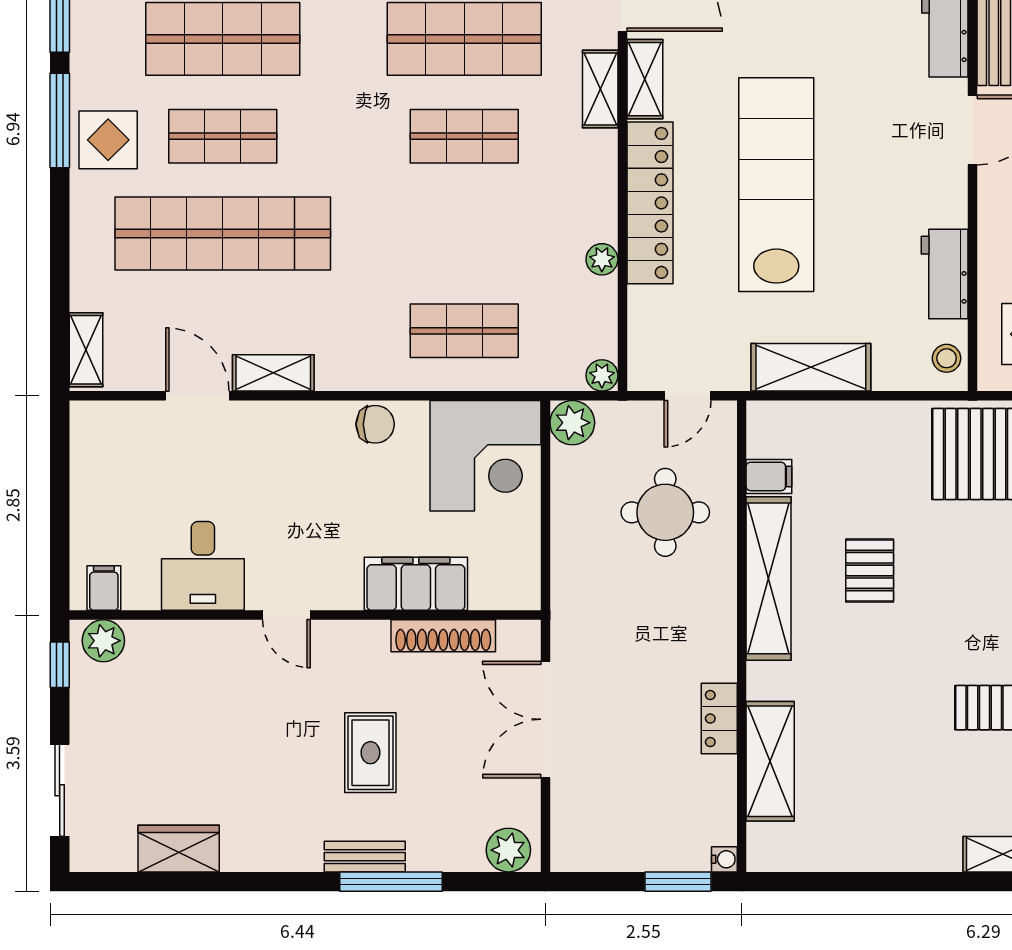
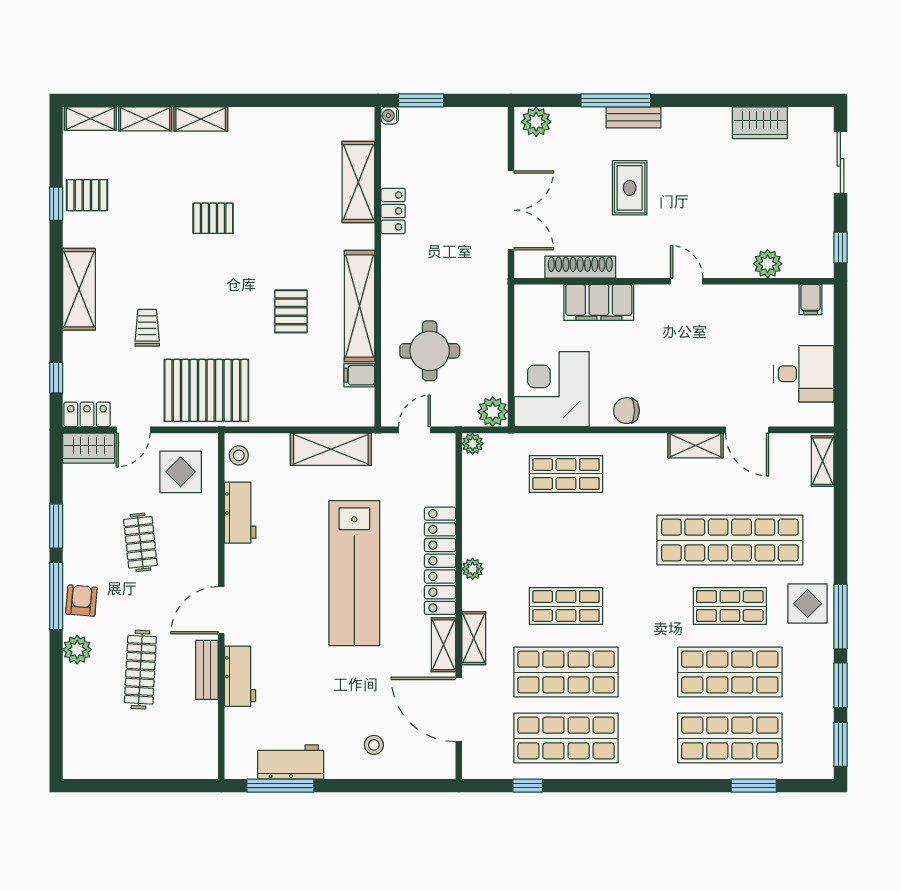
plant: (602, 259) -> (473, 569), moved
desk: (203, 566) -> (804, 374), moved, turned 90
plant: (103, 641) -> (768, 264), moved

